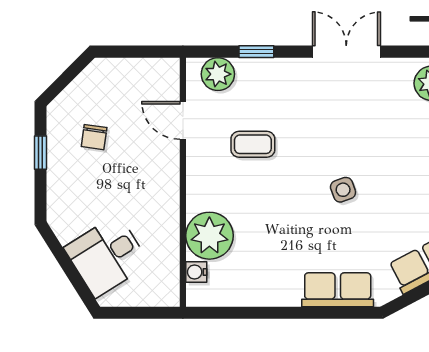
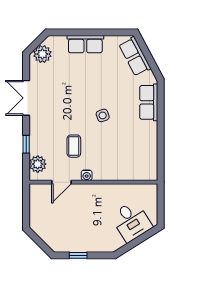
chair: (94, 137) -> (70, 228), removed
side table: (343, 190) -> (103, 115), moved
plant: (209, 236) -> (121, 168), removed
water cooler: (196, 272) -> (87, 175), moved

